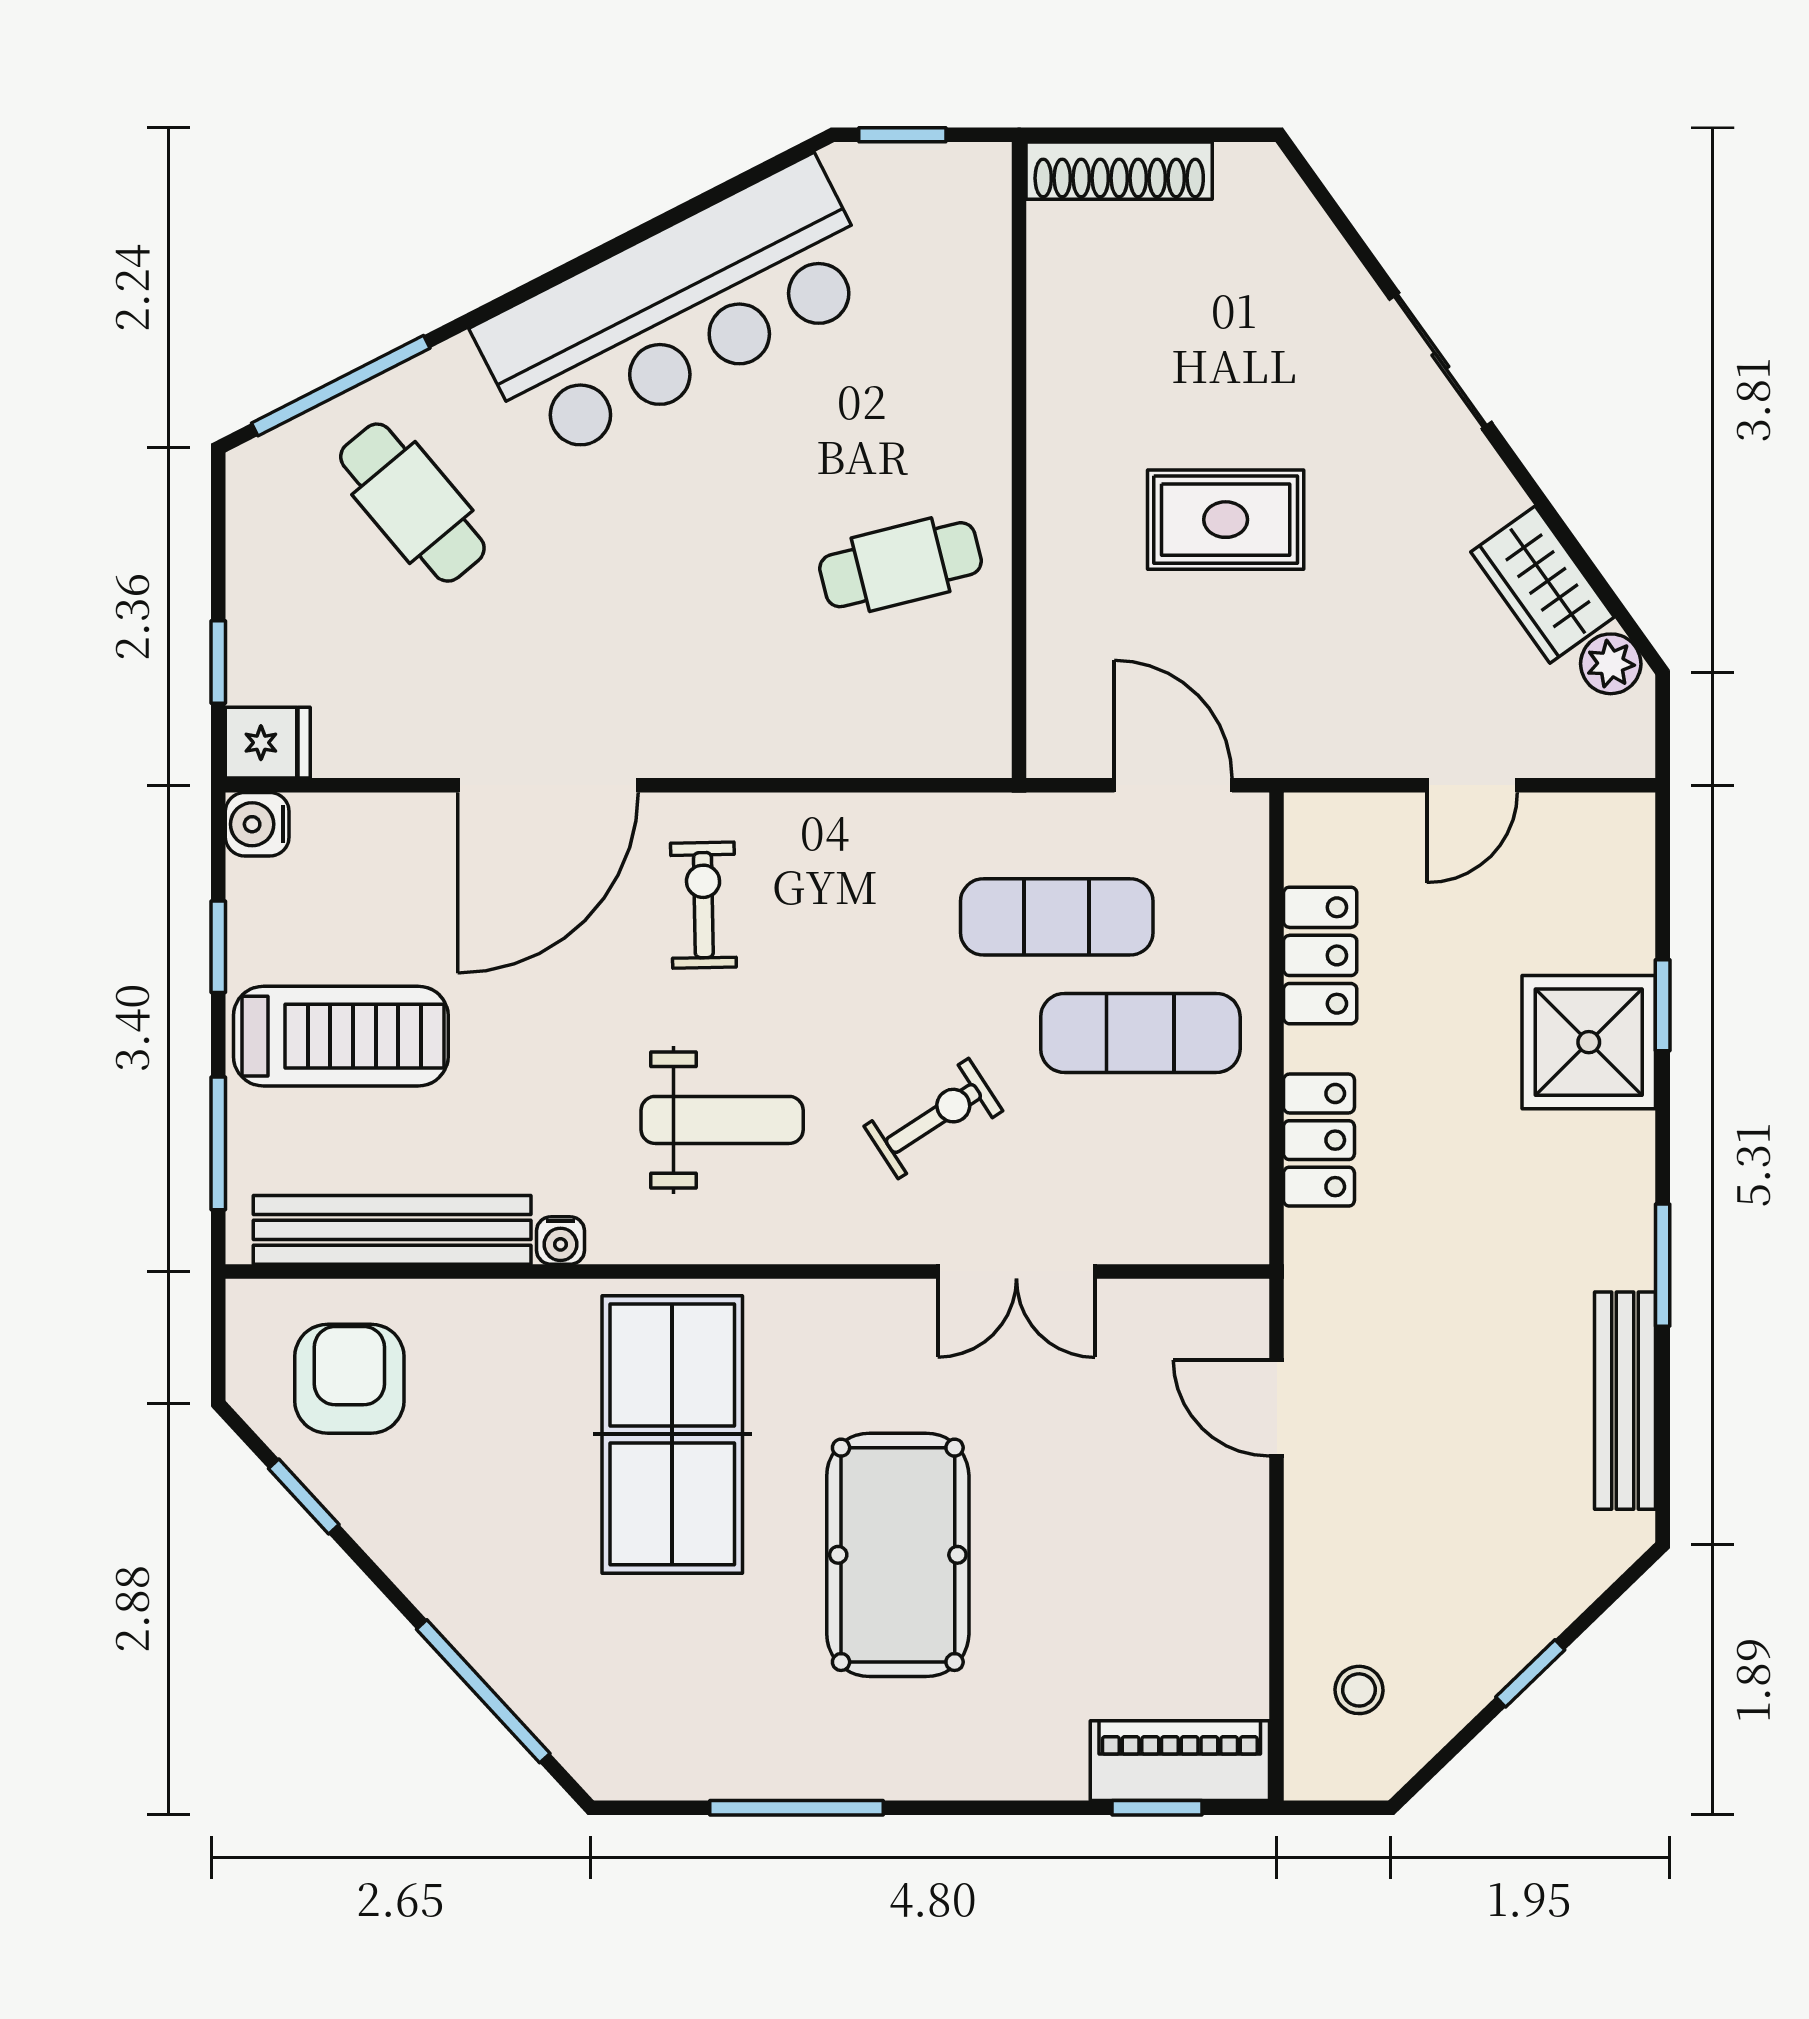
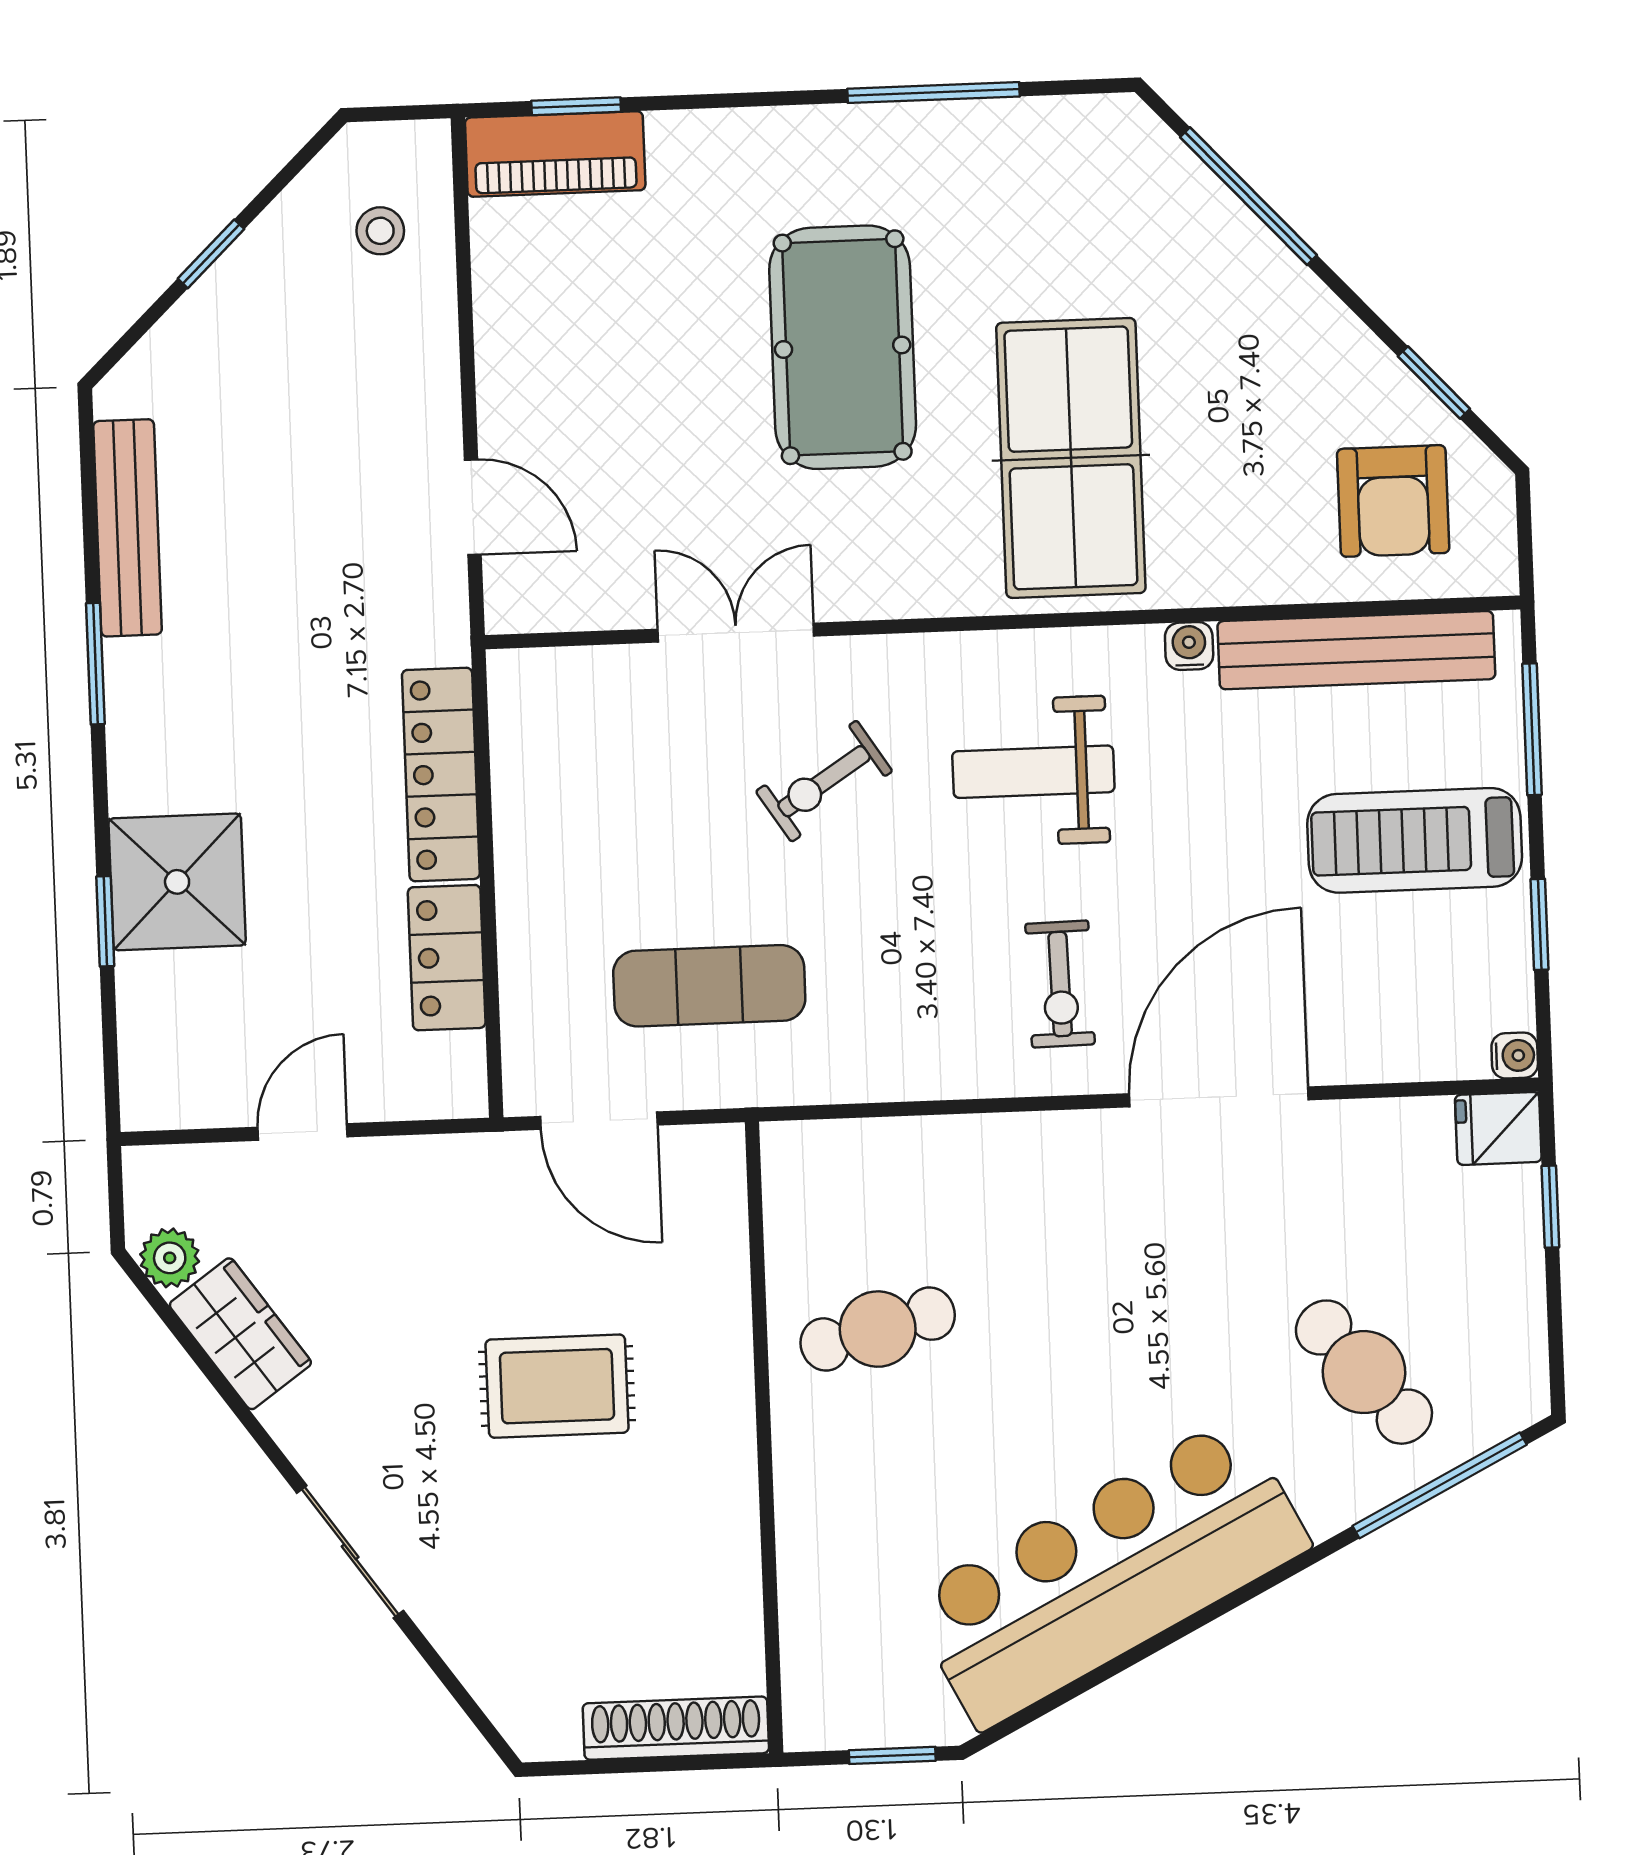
water cooler: (257, 824) -> (1515, 1056), width x0.72, depth x0.72
exercise mat: (1140, 1033) -> (622, 874), removed
locker: (1319, 1140) -> (441, 774), width x1.53

